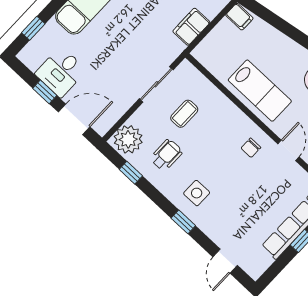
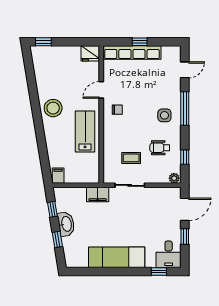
filing cabinet: (191, 27) -> (98, 195), moved
desk: (61, 72) -> (169, 254), moved, turned 90
door: (74, 119) -> (185, 209), swing flipped
plant: (128, 139) -> (174, 178), width x0.53, depth x0.53
window: (183, 222) -> (185, 109), width x2.17

